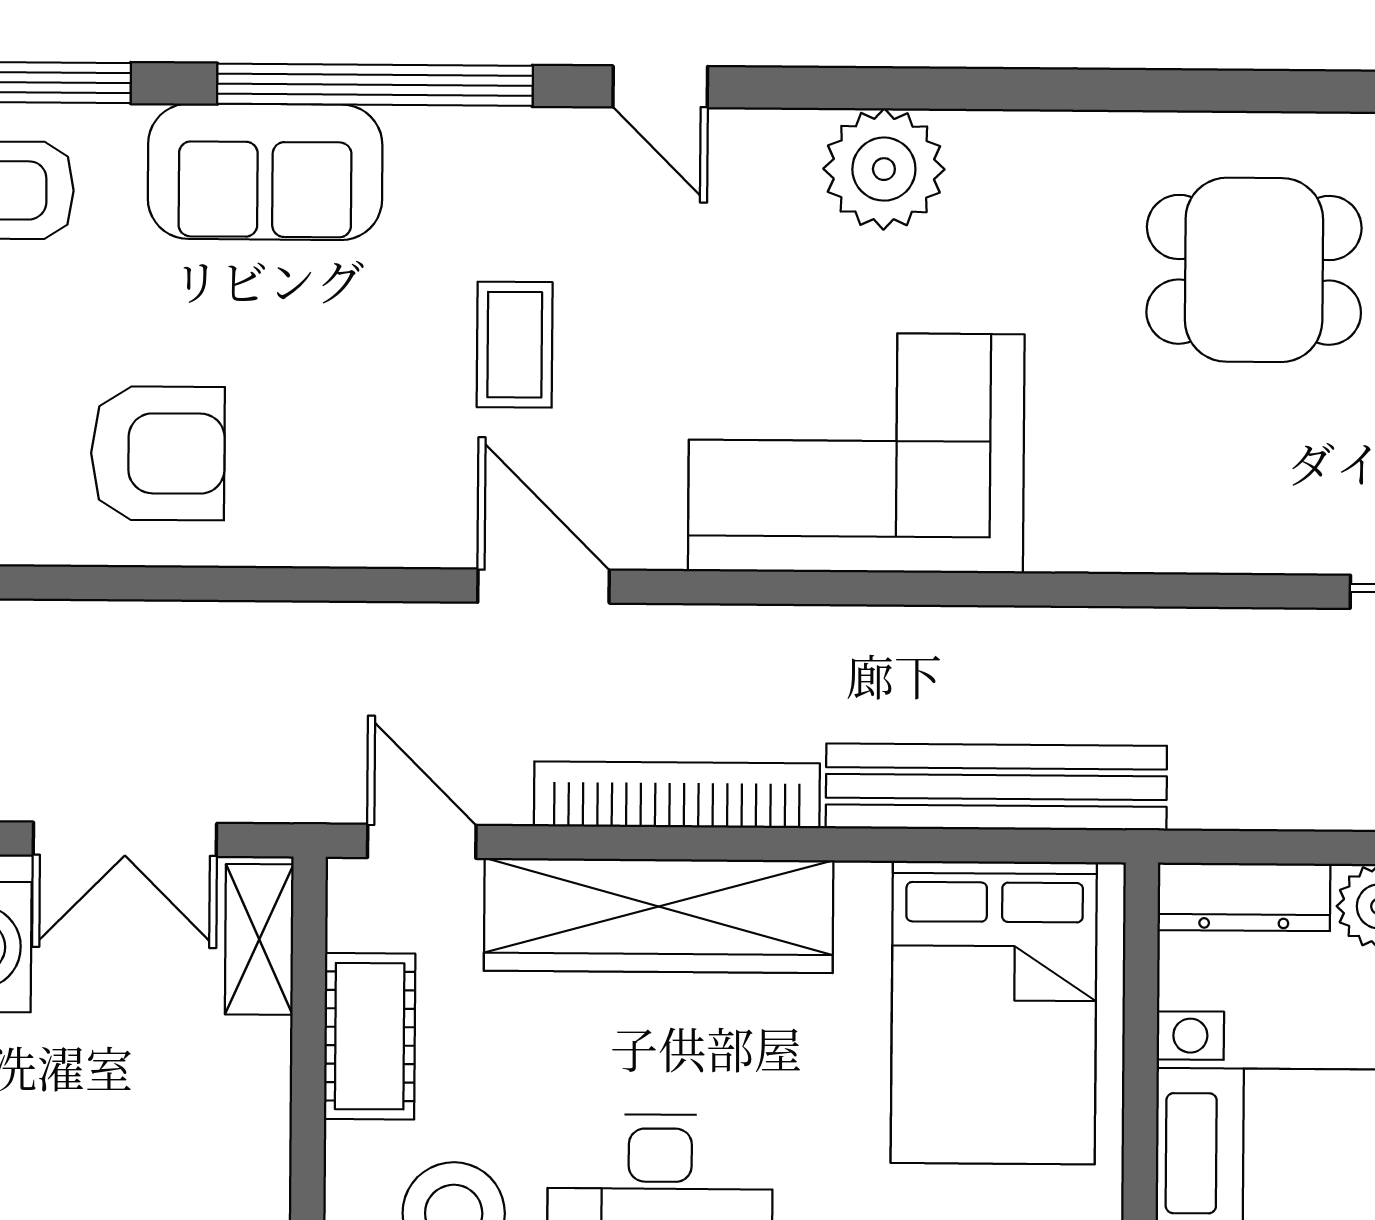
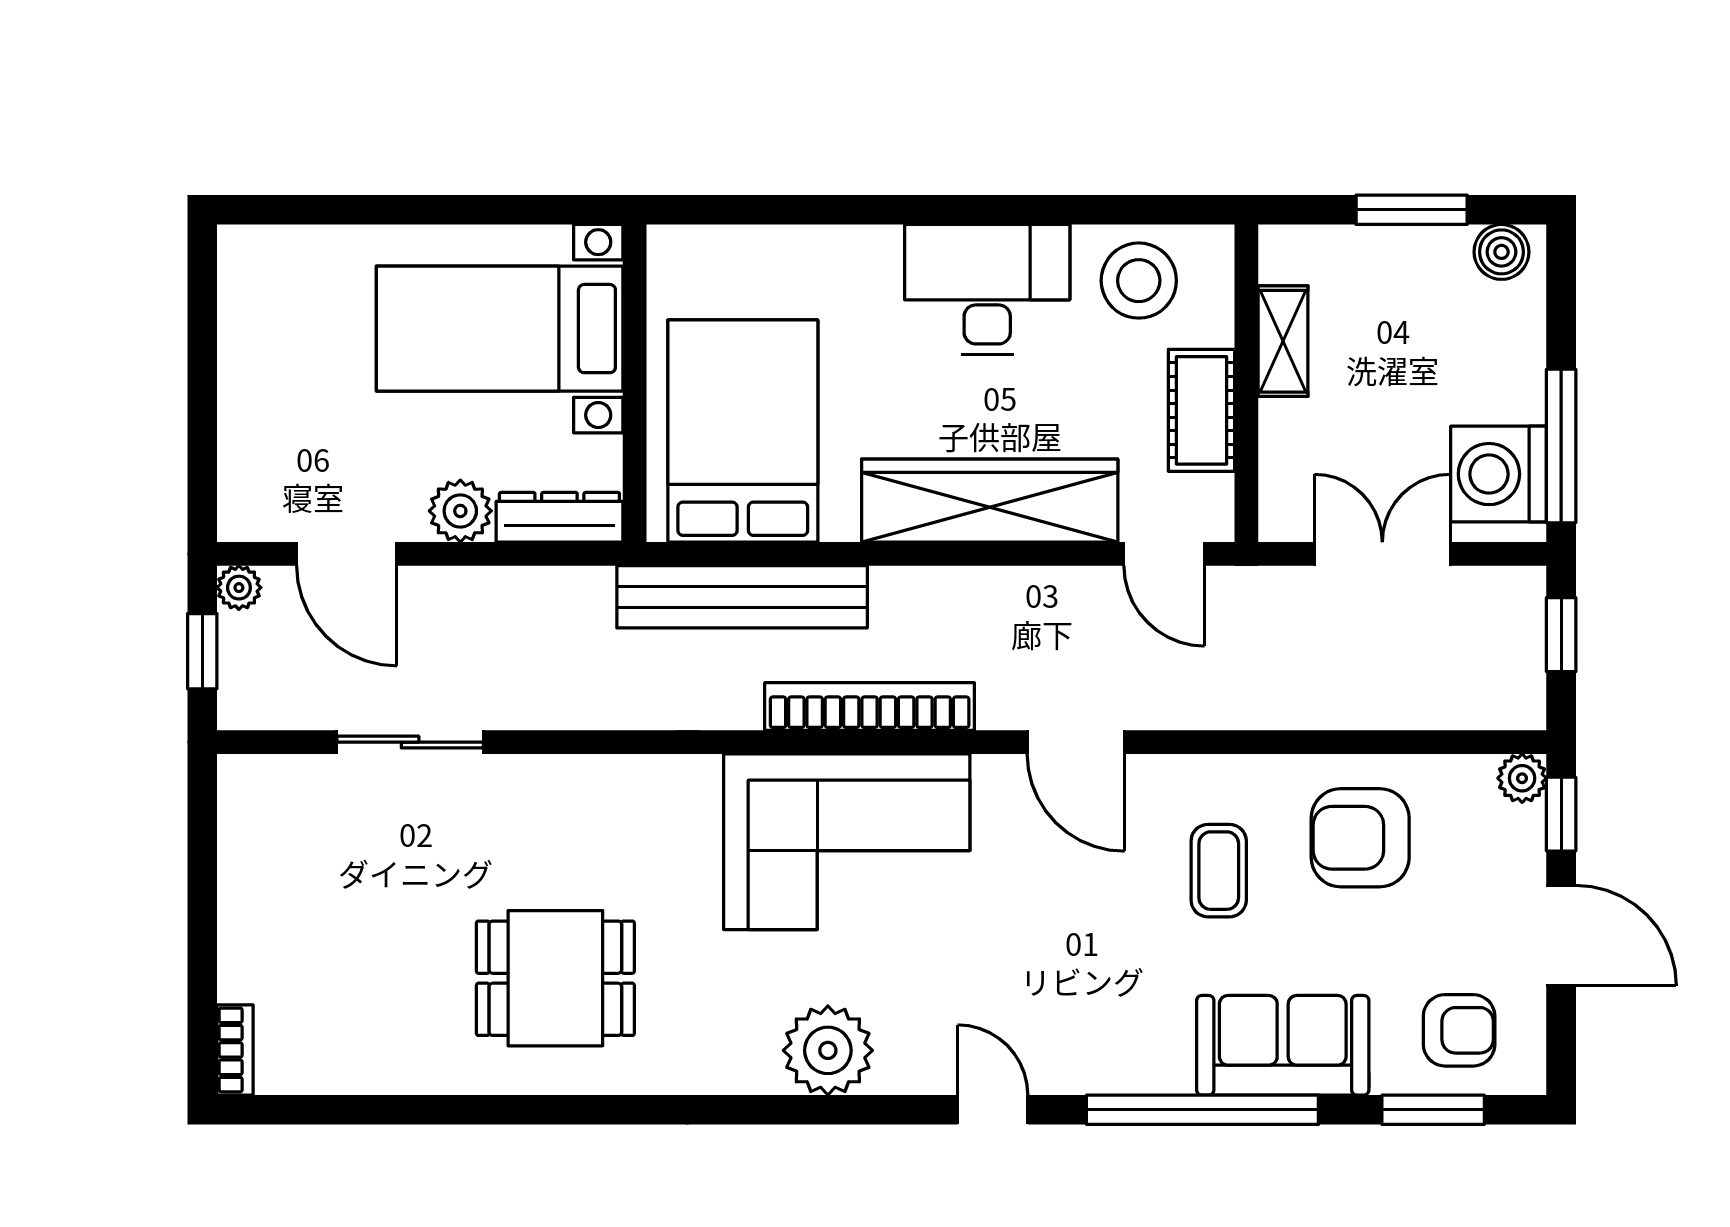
coffee table: (515, 345) -> (1219, 871), moved
bookcase: (677, 795) -> (870, 707), moved, turned 180
shelving: (259, 939) -> (1283, 341), moved

